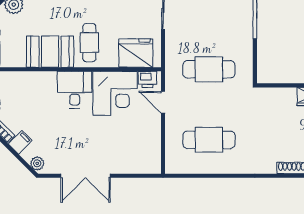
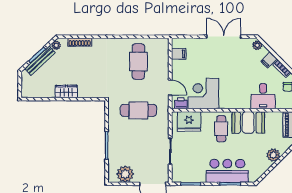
desk: (75, 90) -> (263, 96), moved
cafe table: (209, 140) -> (138, 62), turned 90
filing cabinet: (151, 151) -> (179, 54), added

